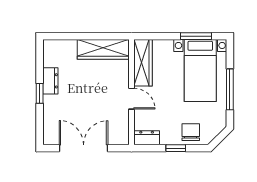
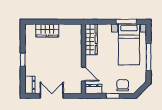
wardrobe: (103, 49) -> (47, 30), moved, width x0.67
dresser: (50, 81) -> (30, 85), moved
door: (132, 99) -> (83, 74), moved
double door: (84, 148) -> (52, 96), width x0.73

